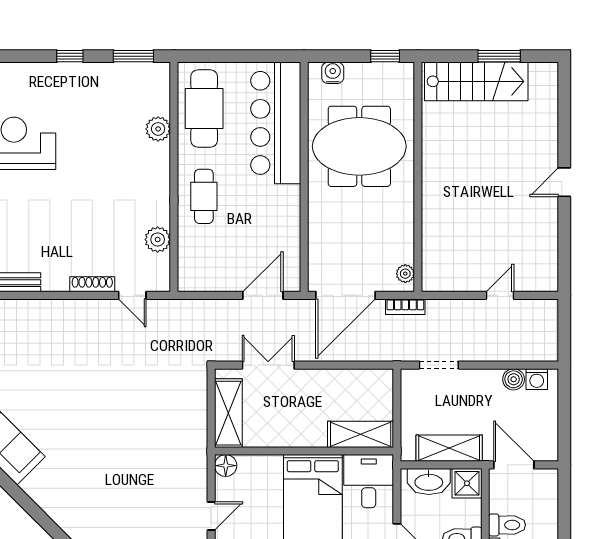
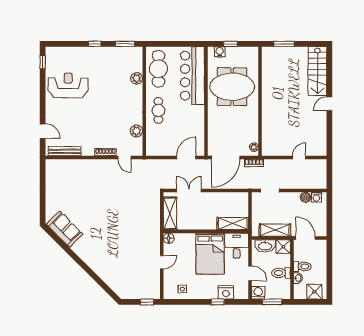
window: (385, 56) -> (230, 44), moved
window: (499, 56) -> (284, 44), moved
stairs: (476, 81) -> (317, 71), moved, turned 90

